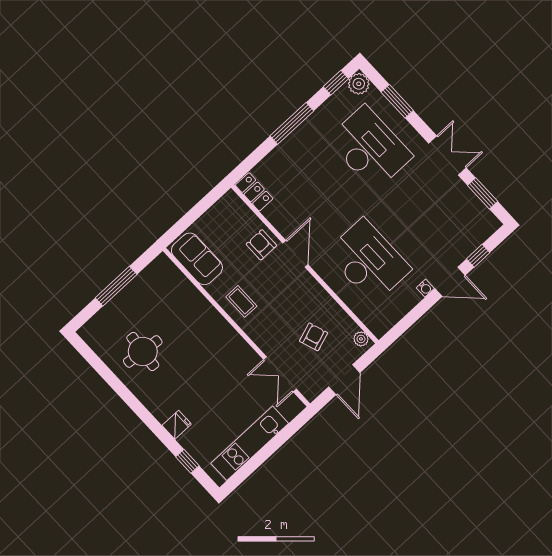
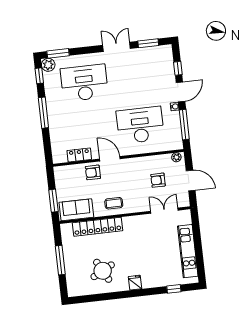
window: (397, 101) -> (58, 53), moved
locker: (254, 192) -> (79, 155), moved
window: (187, 220) -> (53, 201), added
locker: (195, 303) -> (98, 227), added
window: (411, 318) -> (184, 125), added
armchair: (314, 337) -> (158, 180), turned -71
round table: (143, 351) -> (103, 271), turned -34
double door: (280, 374) -> (164, 211), swing flipped
fridge: (177, 425) -> (135, 283), moved

